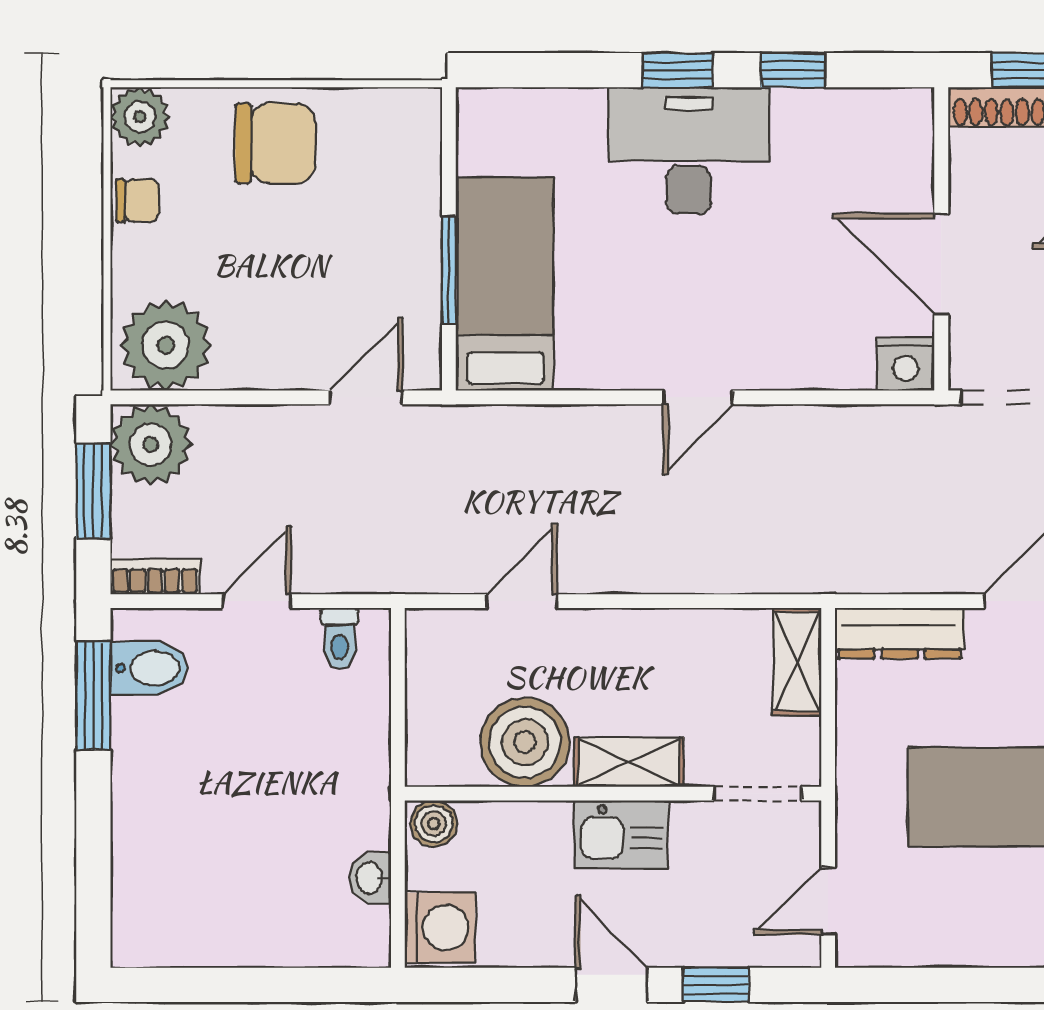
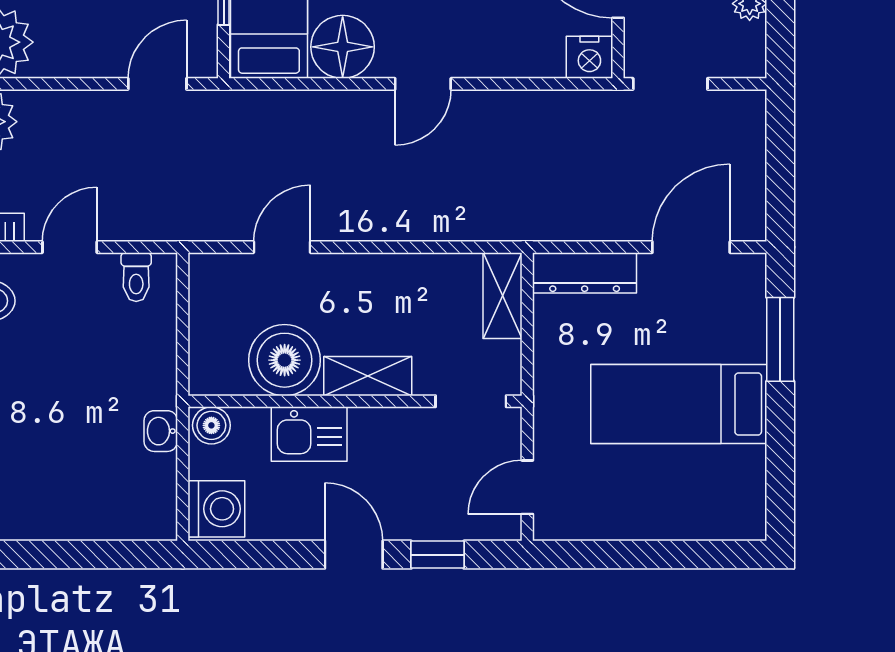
floor lamp: (597, 351) -> (343, 47), added
kitchen sink: (621, 835) -> (309, 434), moved
washbasin: (370, 878) -> (161, 431), moved

